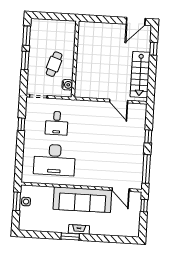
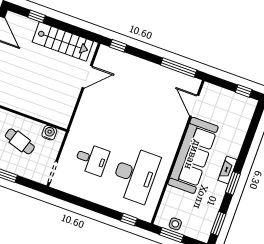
window: (21, 124) -> (129, 220), moved
window: (148, 136) -> (118, 46), moved
door: (121, 190) -> (194, 106), swing flipped
window: (144, 206) -> (244, 91), moved
window: (36, 234) -> (218, 224), added

